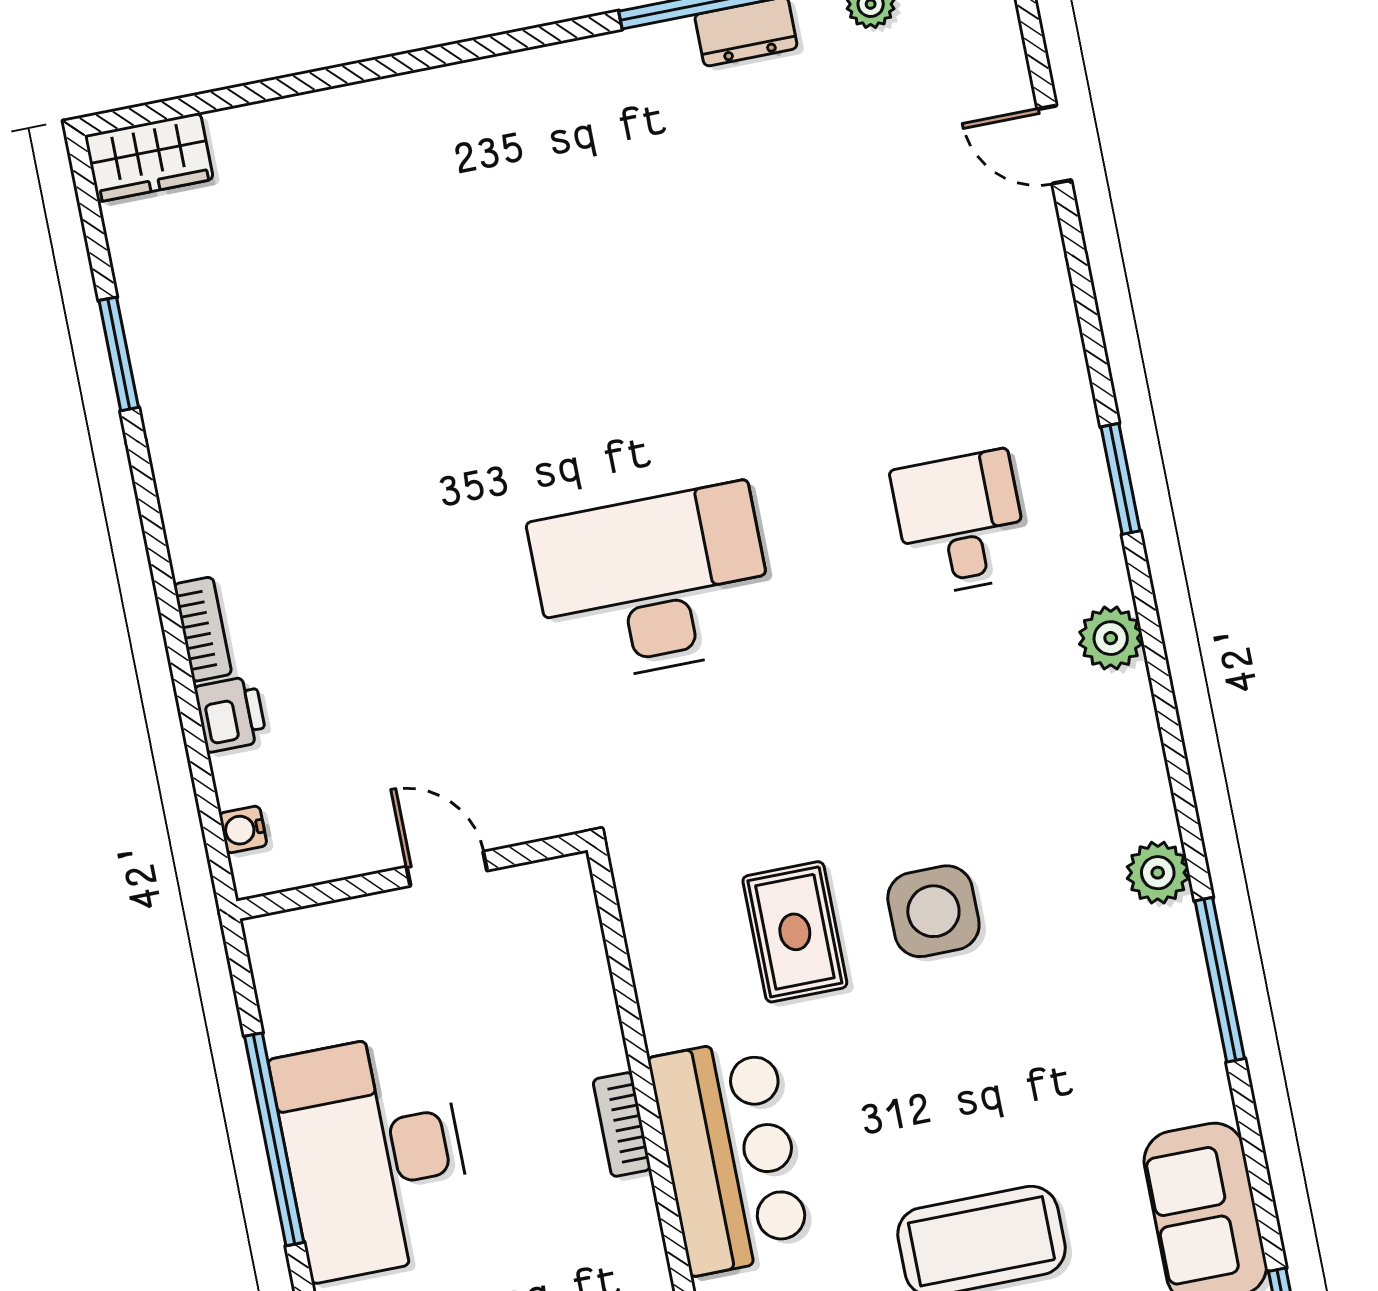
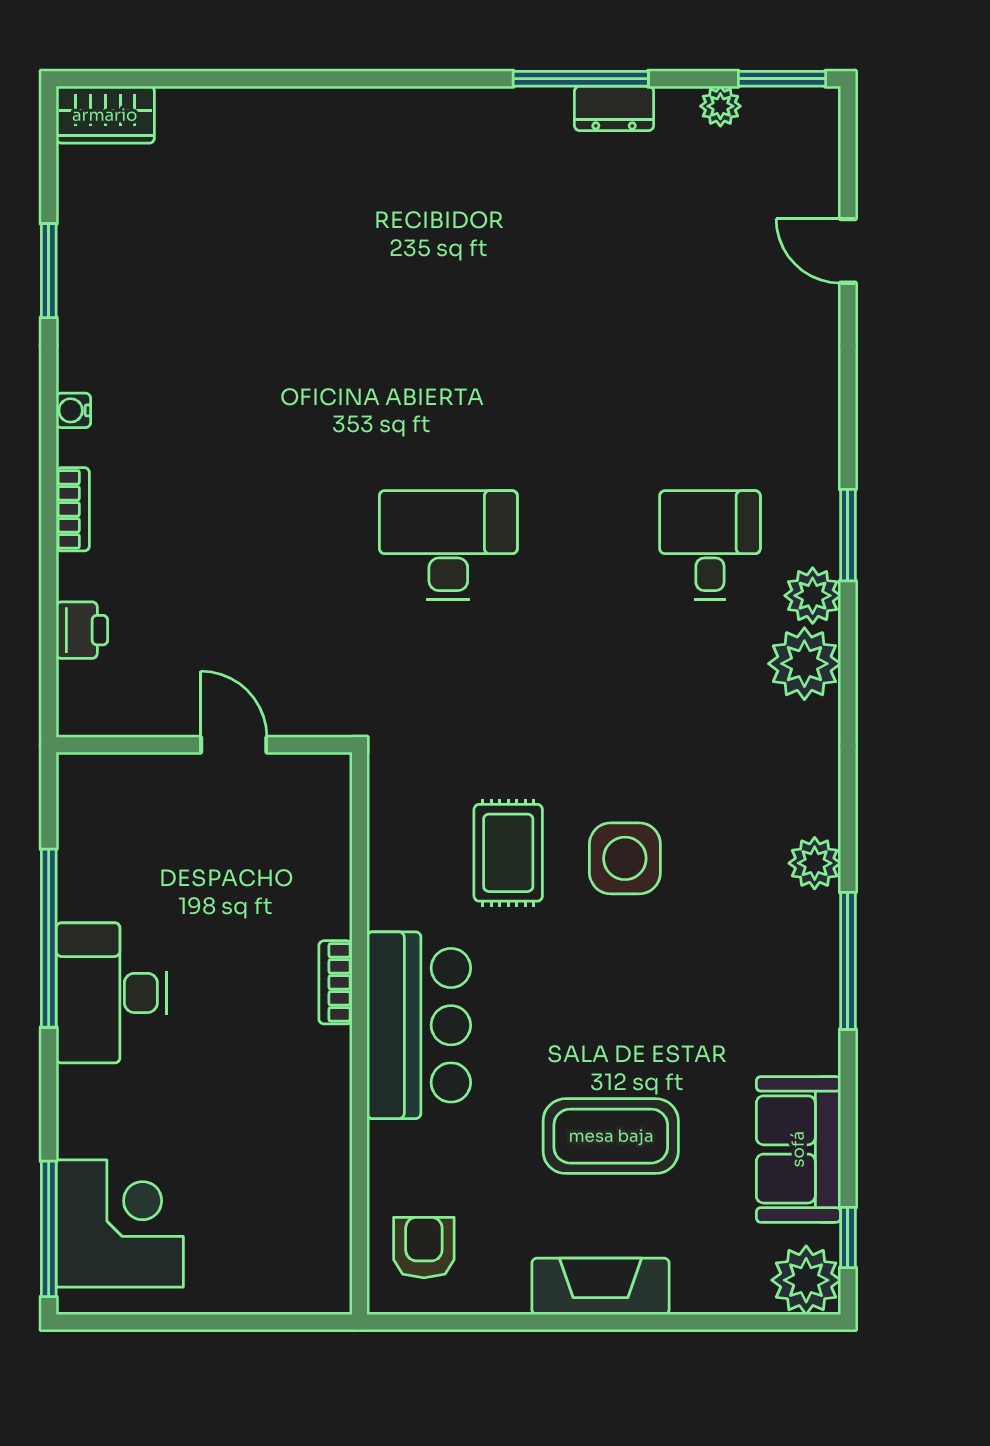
plant: (1093, 558) -> (813, 596), added
desk: (653, 584) -> (448, 545), width x0.73, depth x0.77
plant: (1111, 638) -> (804, 664), width x1.36, depth x1.36
printer: (230, 714) -> (82, 630), moved
water cooler: (243, 829) -> (73, 410), moved
desk: (374, 1155) -> (111, 993), width x0.73, depth x0.77

